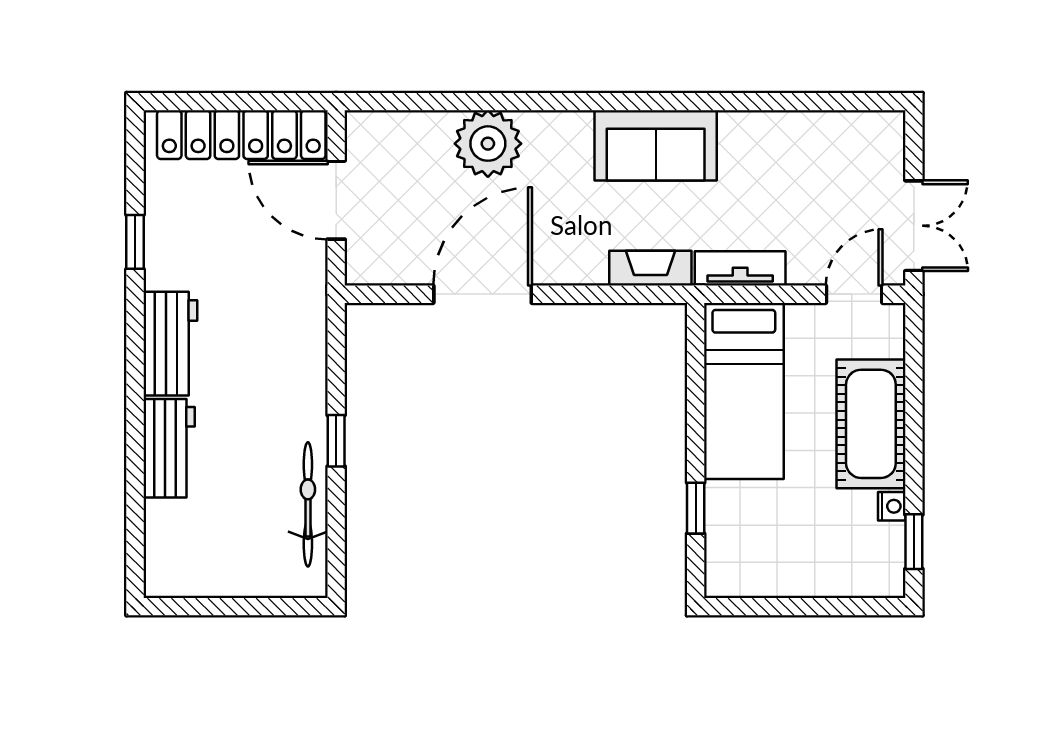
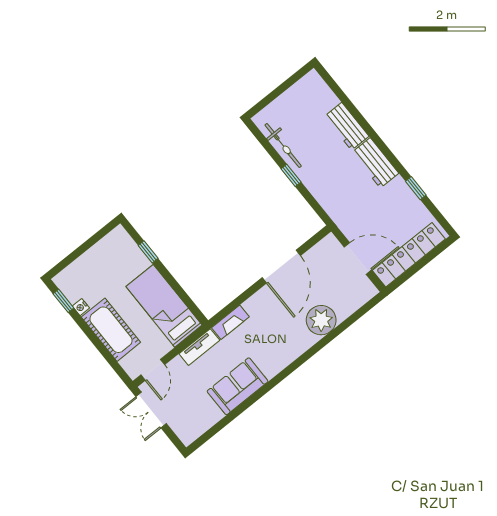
sofa: (656, 145) -> (238, 386), moved

